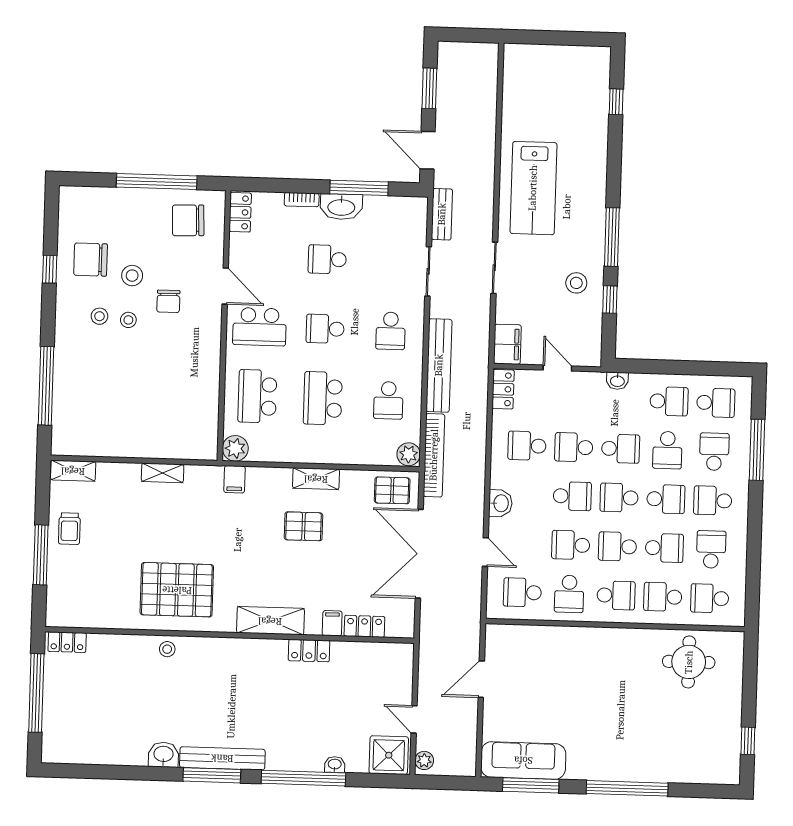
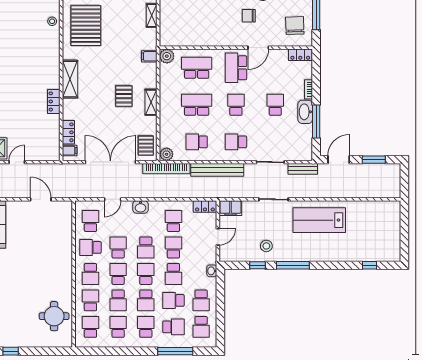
school desk: (711, 549) -> (118, 327), turned -90
filing cabinet: (332, 623) -> (70, 151), moved

